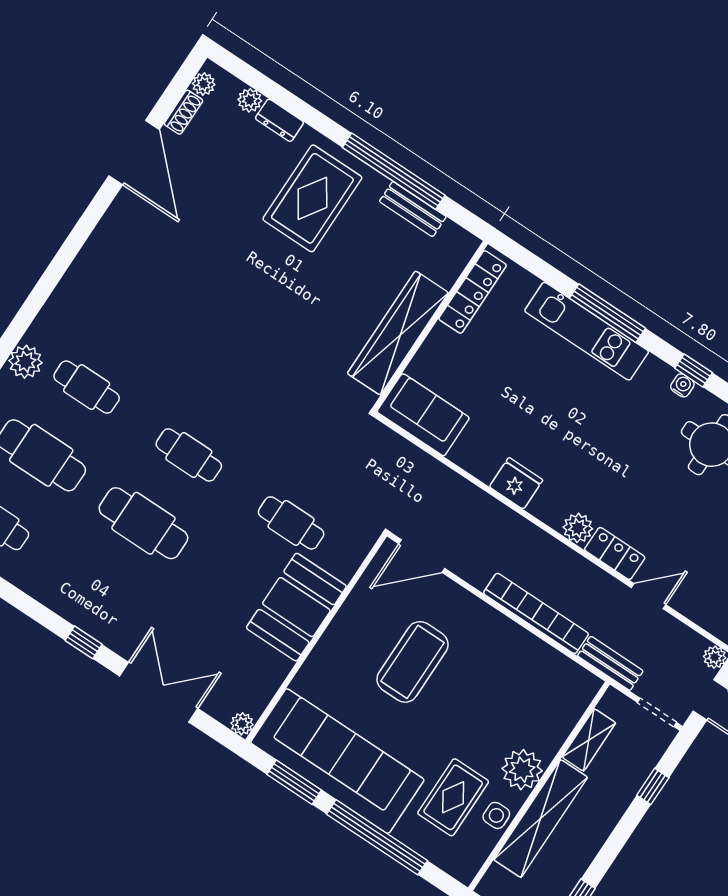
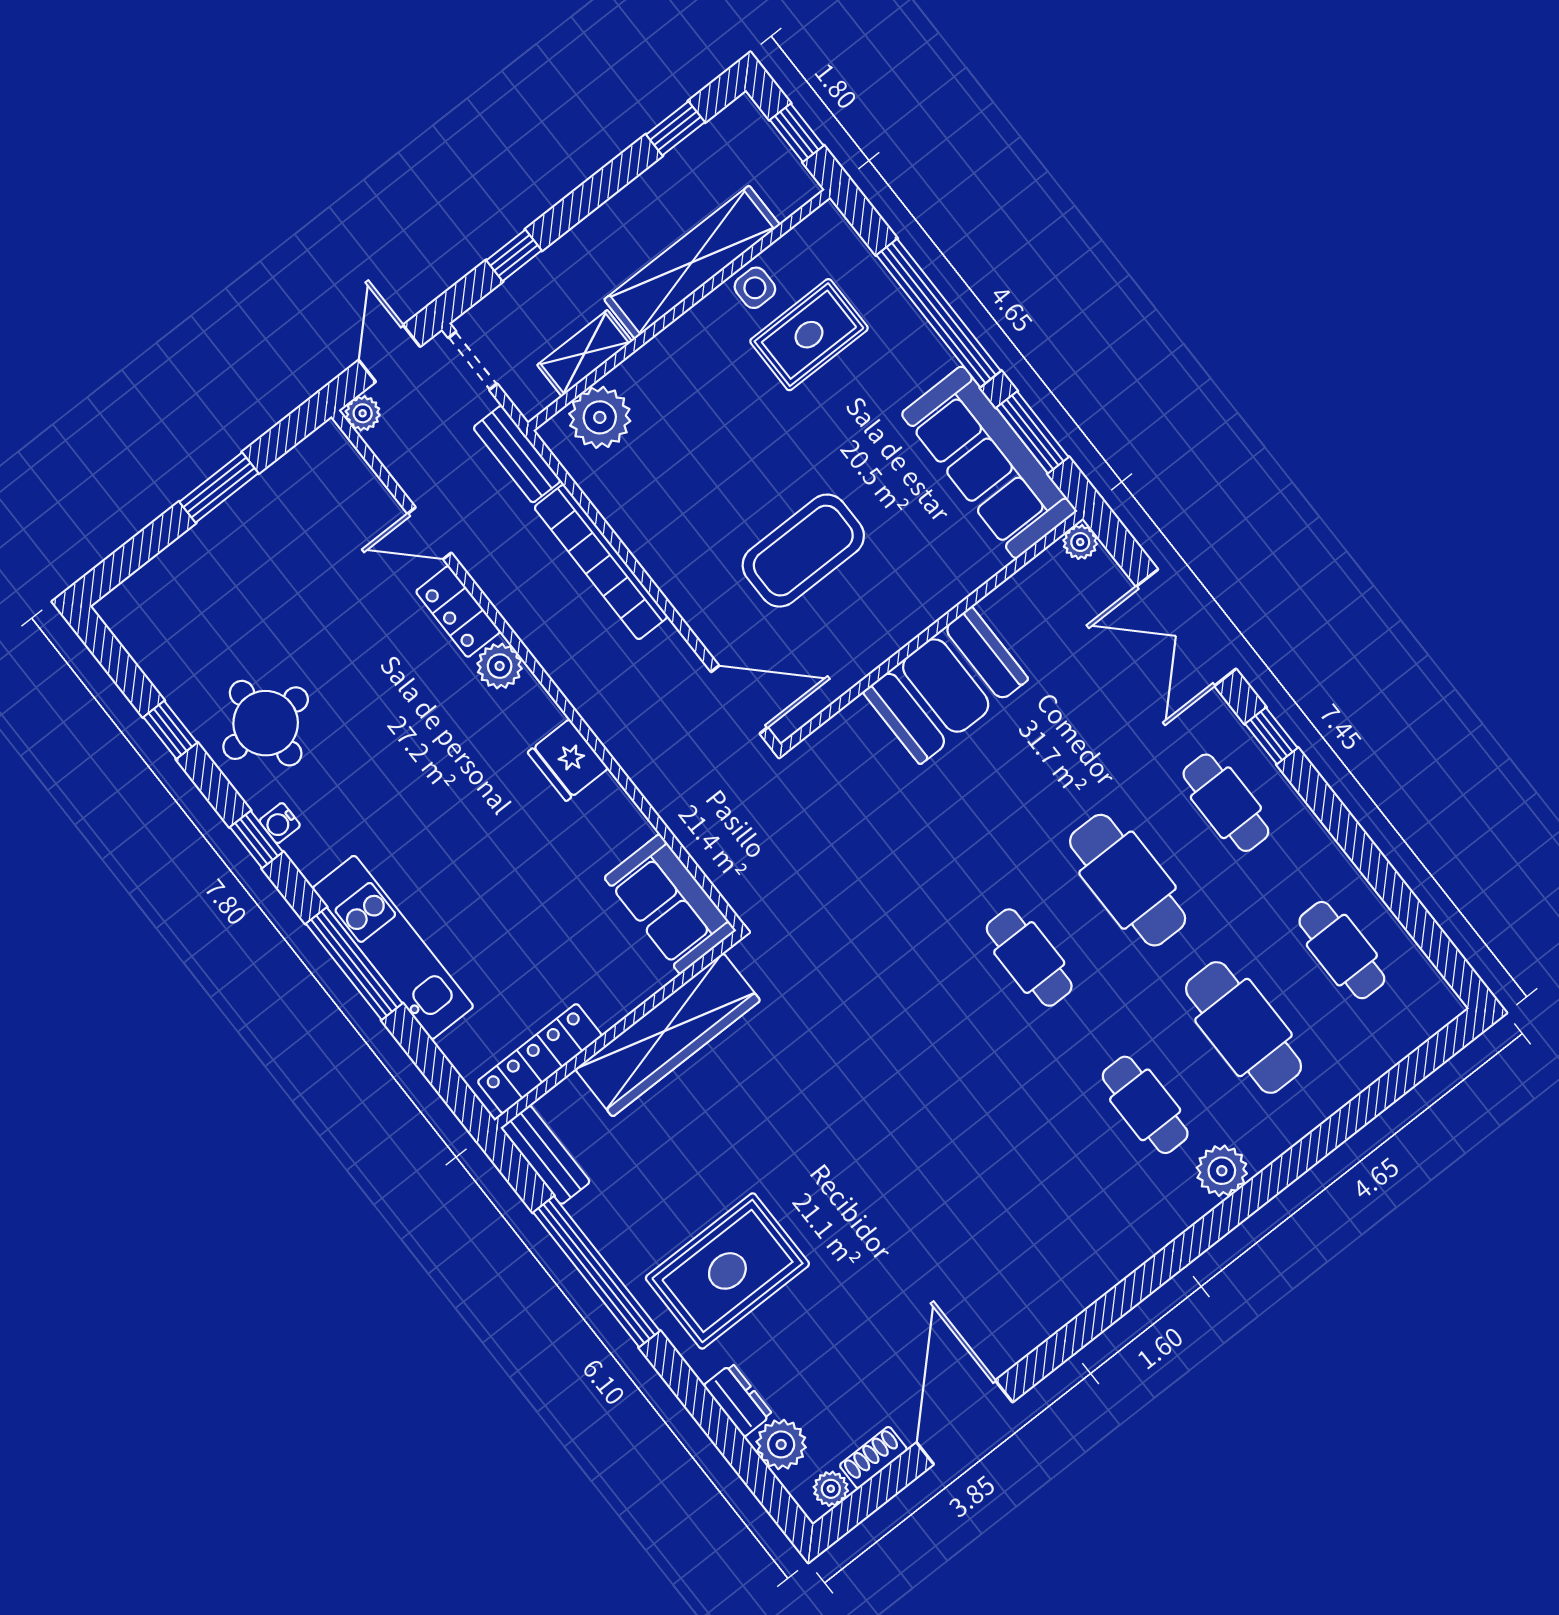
plant: (250, 100) -> (781, 1444), width x1.38, depth x1.38
bench: (413, 209) -> (545, 1155), moved
cafe table: (291, 523) -> (1226, 803), moved
sofa: (337, 761) -> (989, 462), width x0.74, depth x0.79
plant: (522, 770) -> (600, 417), moved

